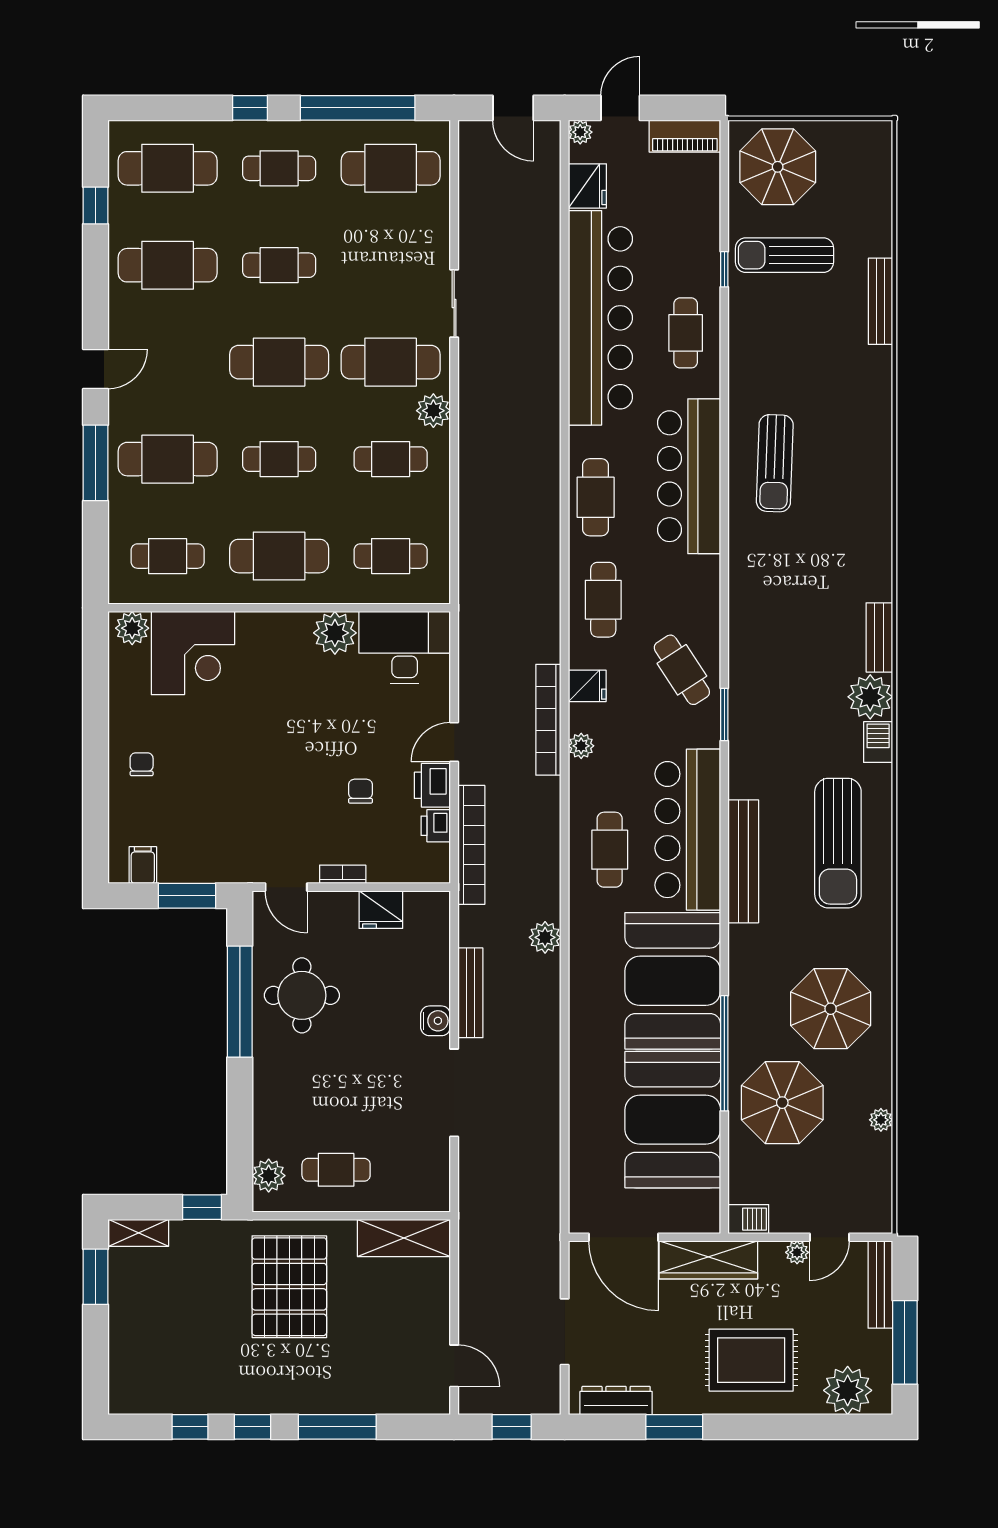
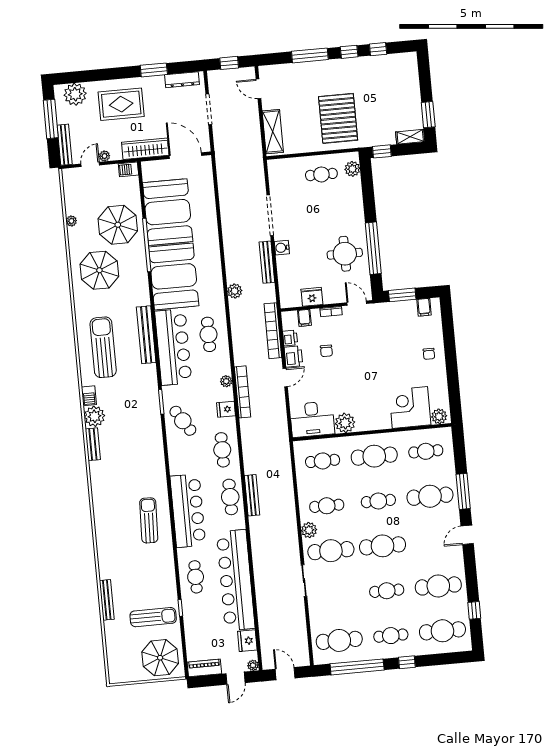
bench: (549, 497) -> (252, 495), added
filing cabinet: (401, 866) -> (304, 318), added
shelving: (404, 1238) -> (273, 132), moved, turned 90

